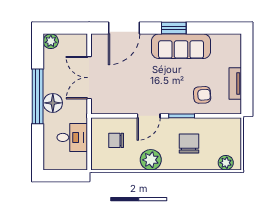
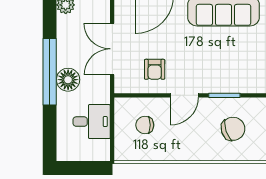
armchair: (202, 95) -> (155, 69), moved, turned 93
chair: (189, 143) -> (233, 129), turned 72
plant: (151, 160) -> (187, 149), removed

